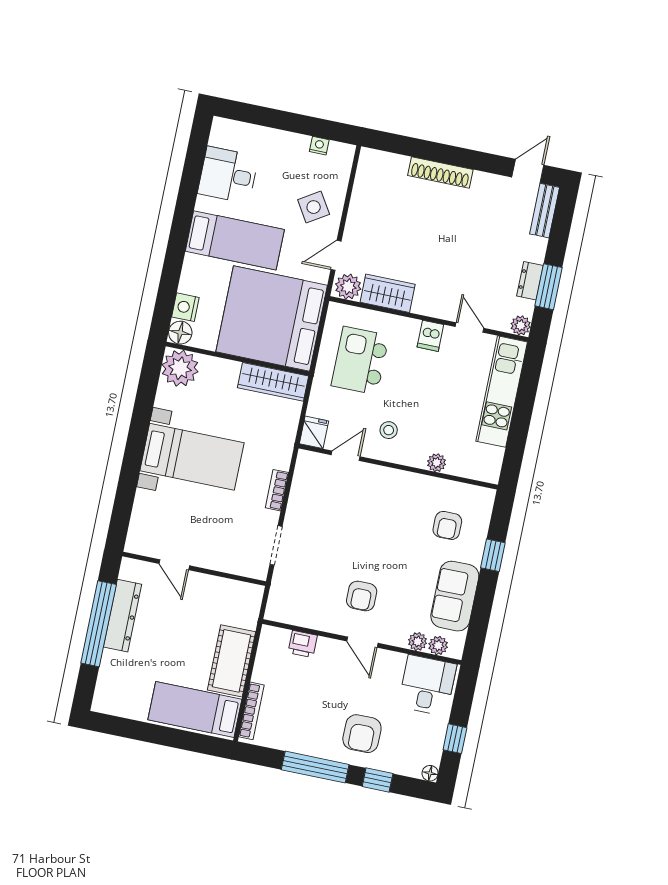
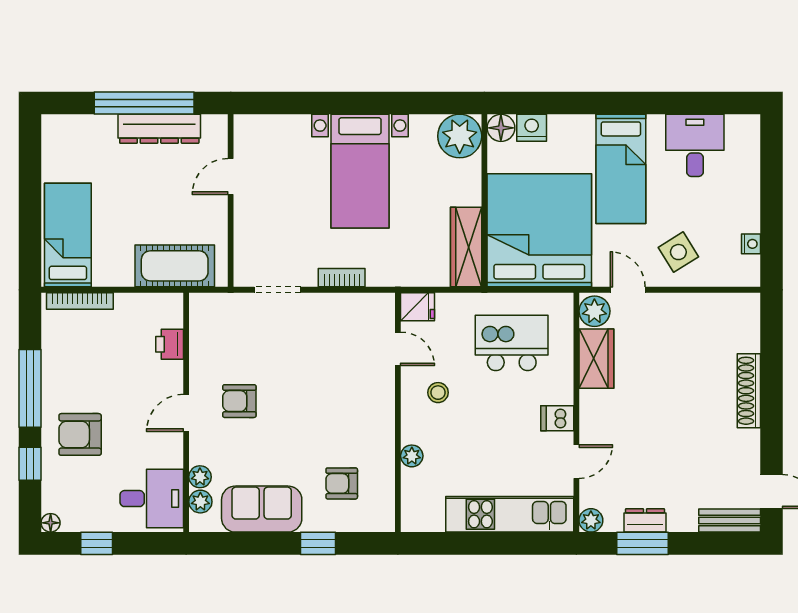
cot: (231, 661) -> (175, 266), moved

